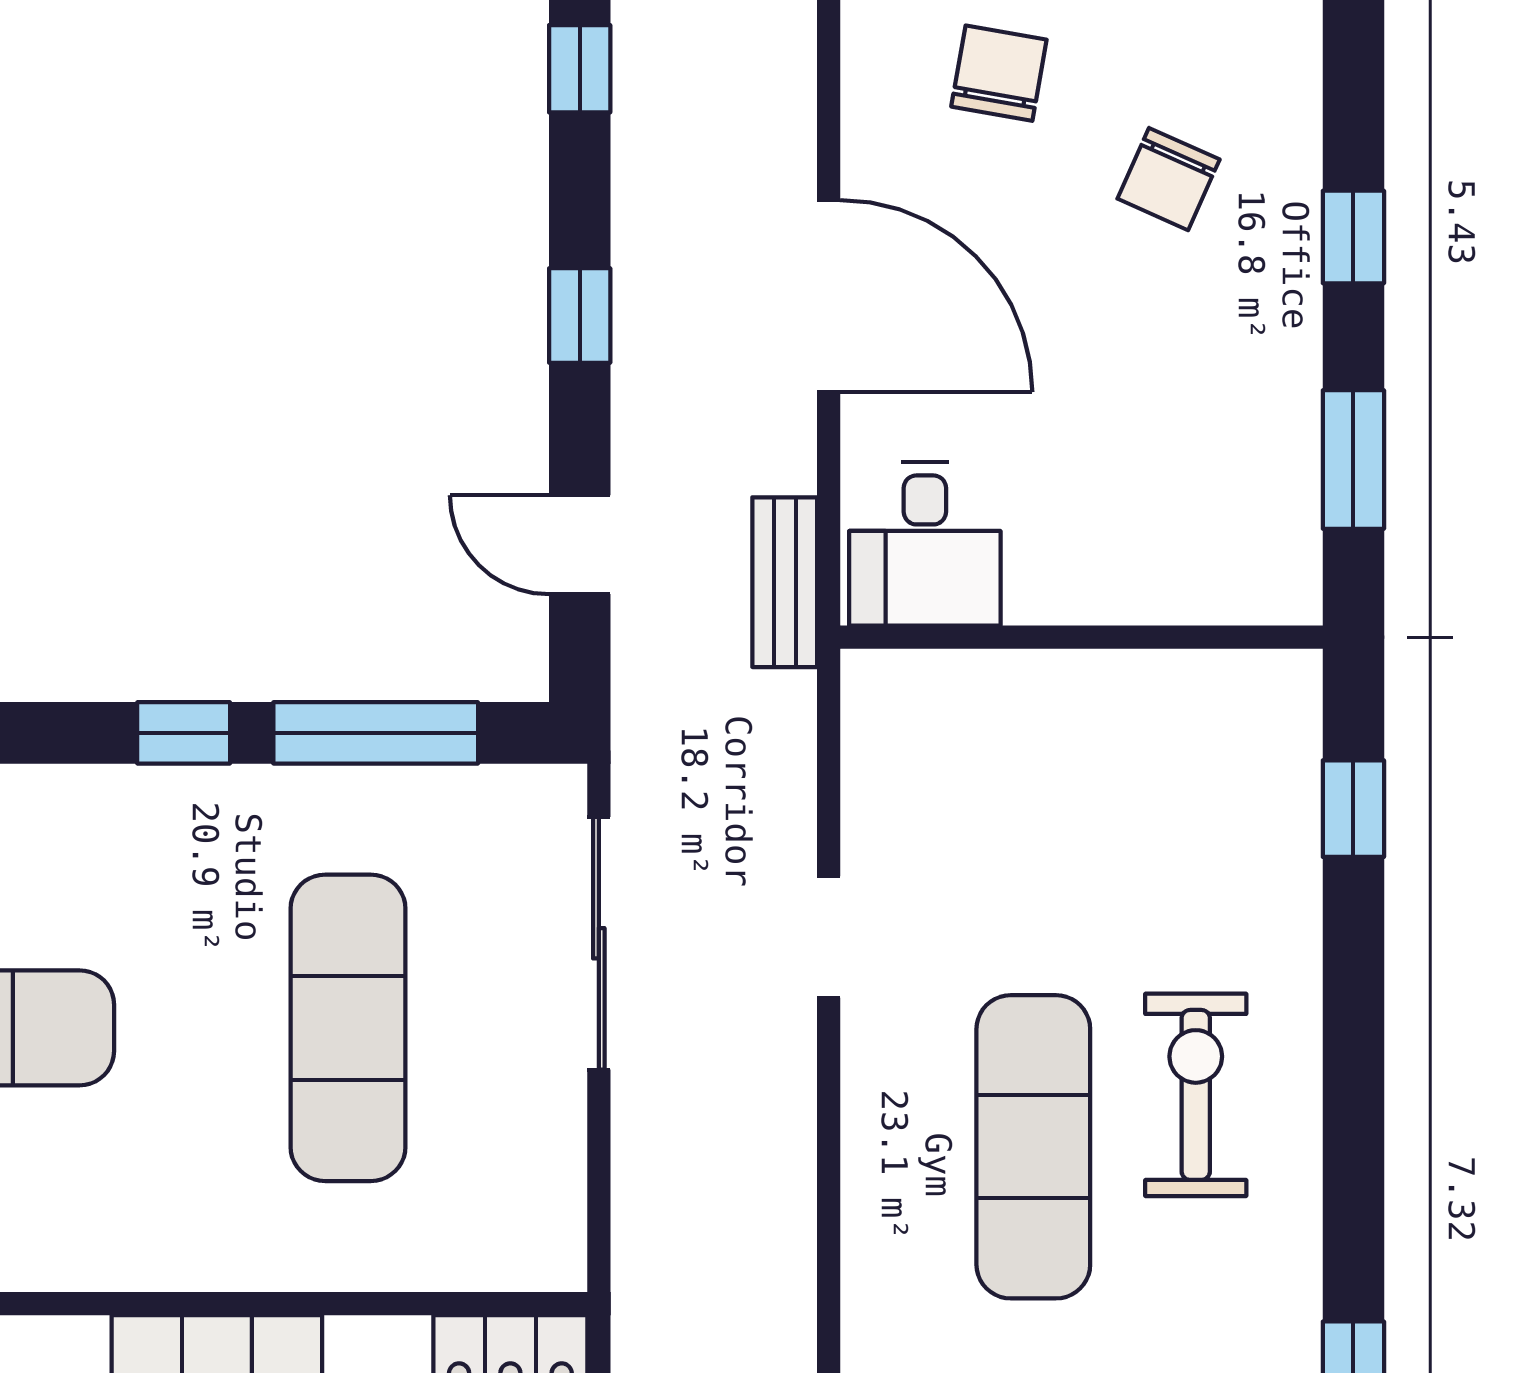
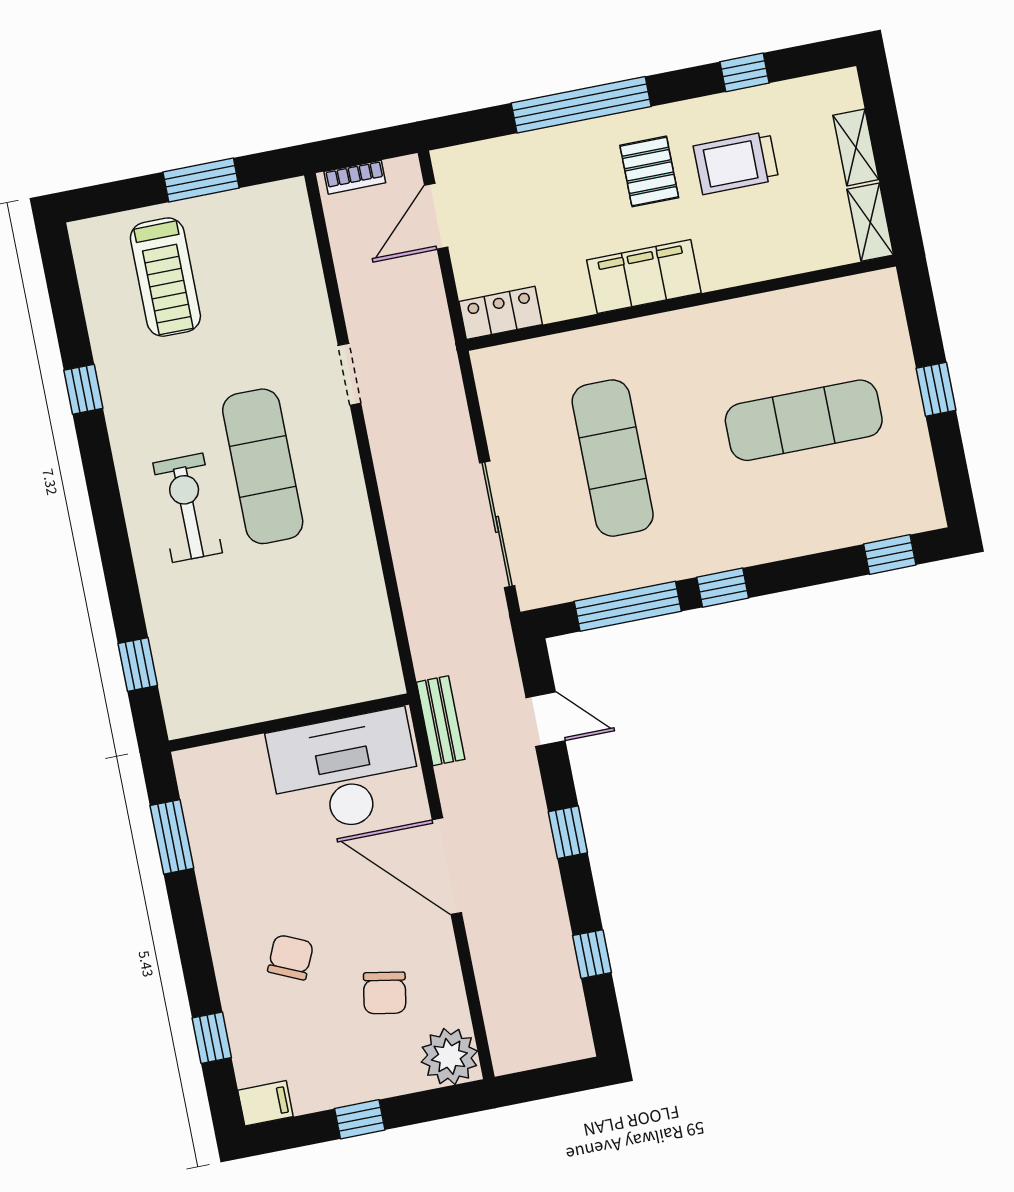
window: (1353, 237) -> (212, 1038), moved
desk: (925, 544) -> (345, 772), width x1.87, depth x1.30
doorway: (829, 937) -> (349, 374), moved
exercise bike: (1196, 1095) -> (188, 508), turned 180

